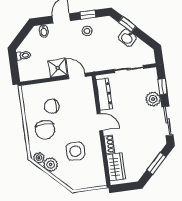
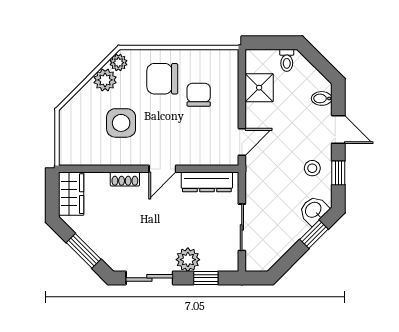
washbasin: (127, 38) -> (314, 210), moved
shower: (58, 68) -> (259, 88), moved
wardrobe: (116, 167) -> (71, 194), moved, turned -90

